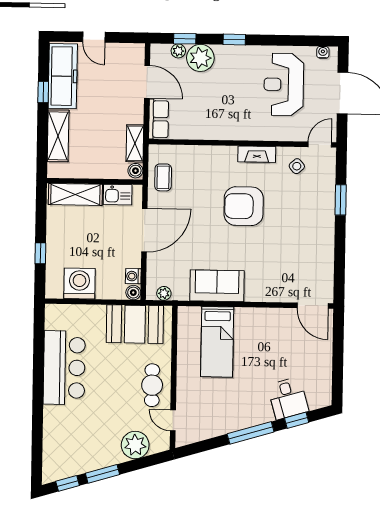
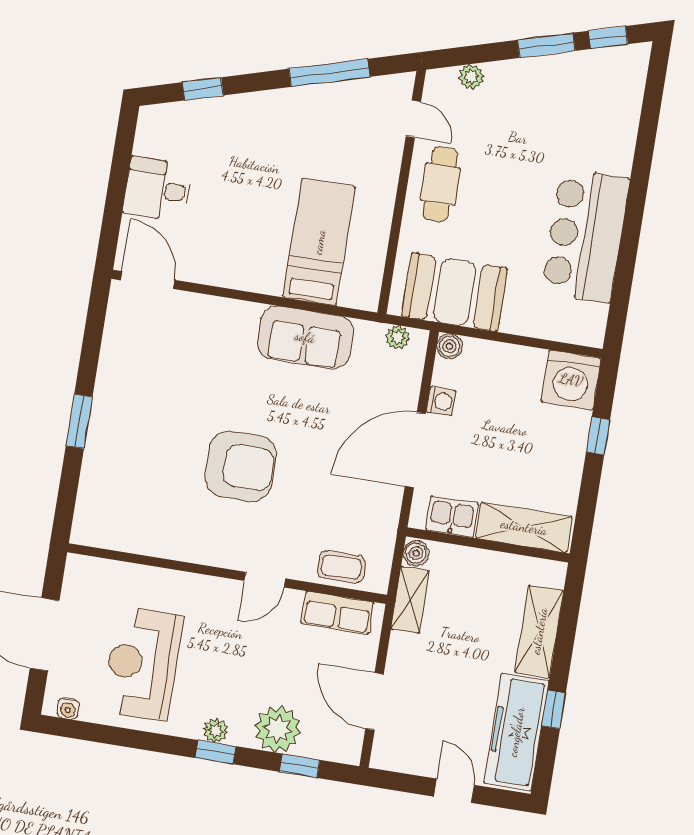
plant: (178, 51) -> (216, 731), moved
reception desk: (284, 84) -> (142, 664), turned 180
row of seats: (159, 119) -> (337, 613), moved, turned -90
door: (320, 145) -> (265, 580), moved
fireplace: (257, 154) -> (205, 551), removed
side table: (297, 166) -> (140, 521), removed
coffee table: (163, 177) -> (341, 567), moved, turned 90
window: (341, 200) -> (79, 421), moved
washing machine: (133, 276) -> (441, 401), moved
washing machine: (79, 284) -> (571, 380), moved
desk: (288, 398) -> (158, 189), moved, turned -74
window: (251, 433) -> (329, 73), moved
plant: (135, 445) -> (471, 77), width x0.53, depth x0.53

